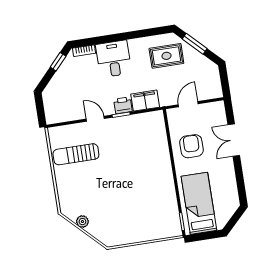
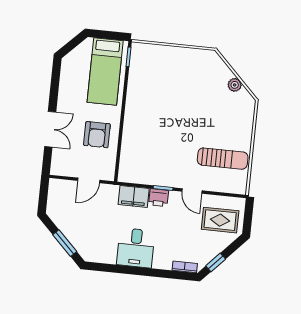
rug: (166, 56) -> (220, 220), moved
desk: (114, 59) -> (136, 248), moved

